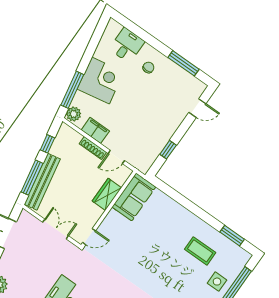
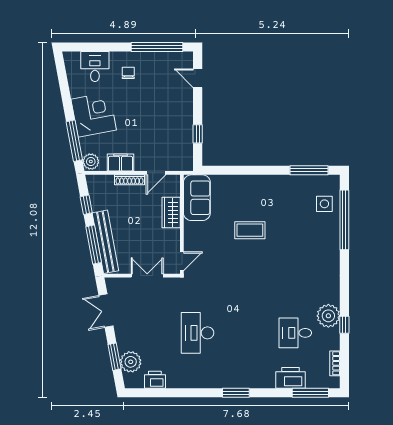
window: (183, 63) -> (157, 47), width x1.46
door: (197, 108) -> (198, 78), swing flipped
window: (232, 236) -> (309, 170), width x1.44
coffee table: (200, 251) -> (250, 230), moved
side table: (217, 282) -> (324, 204), moved

